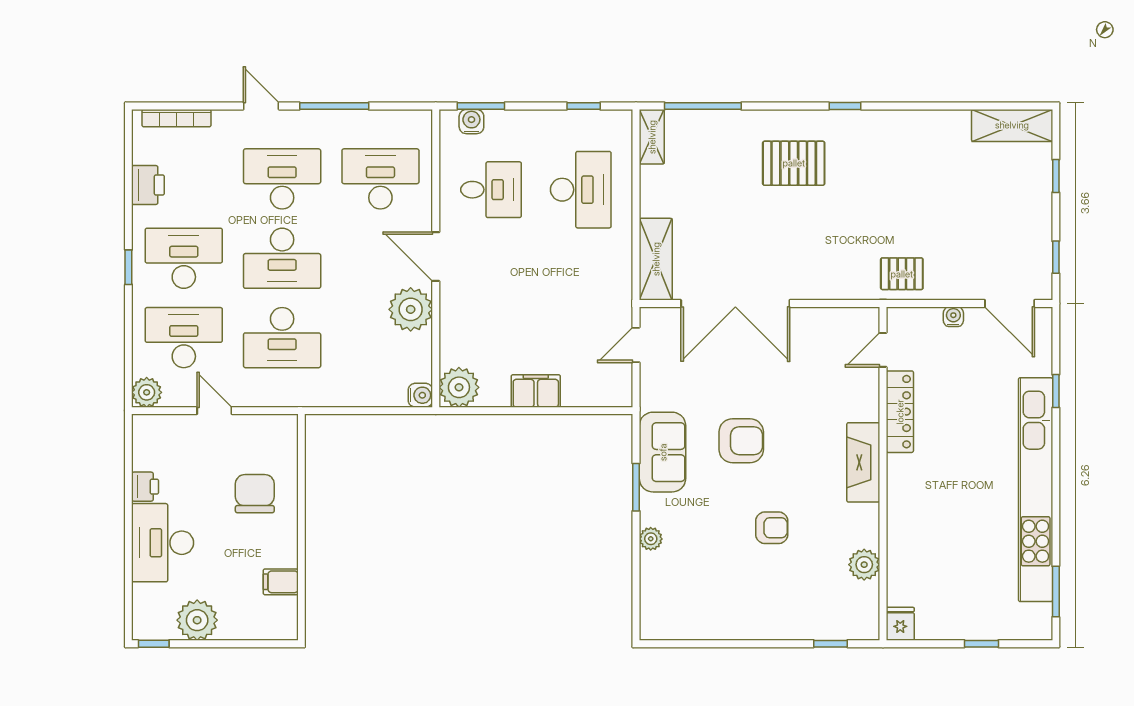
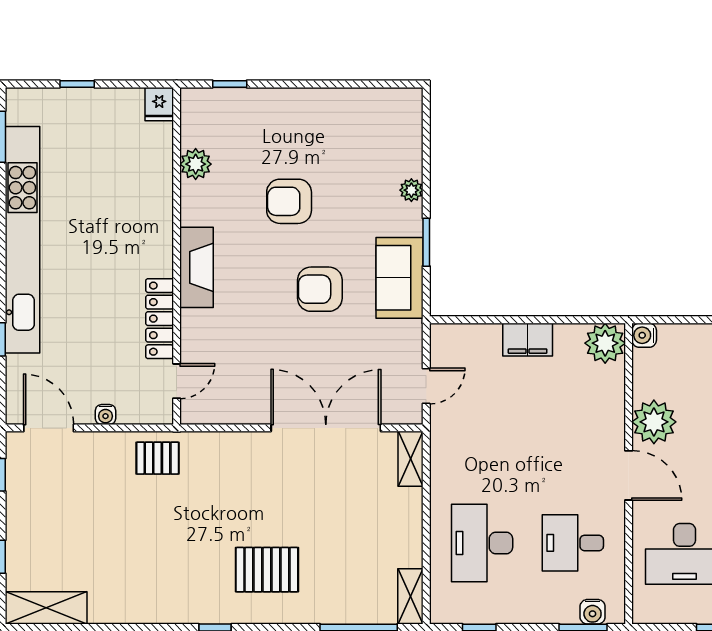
shelving: (656, 259) -> (410, 459), width x0.67, depth x0.75
armchair: (772, 528) -> (289, 201), width x1.38, depth x1.38

